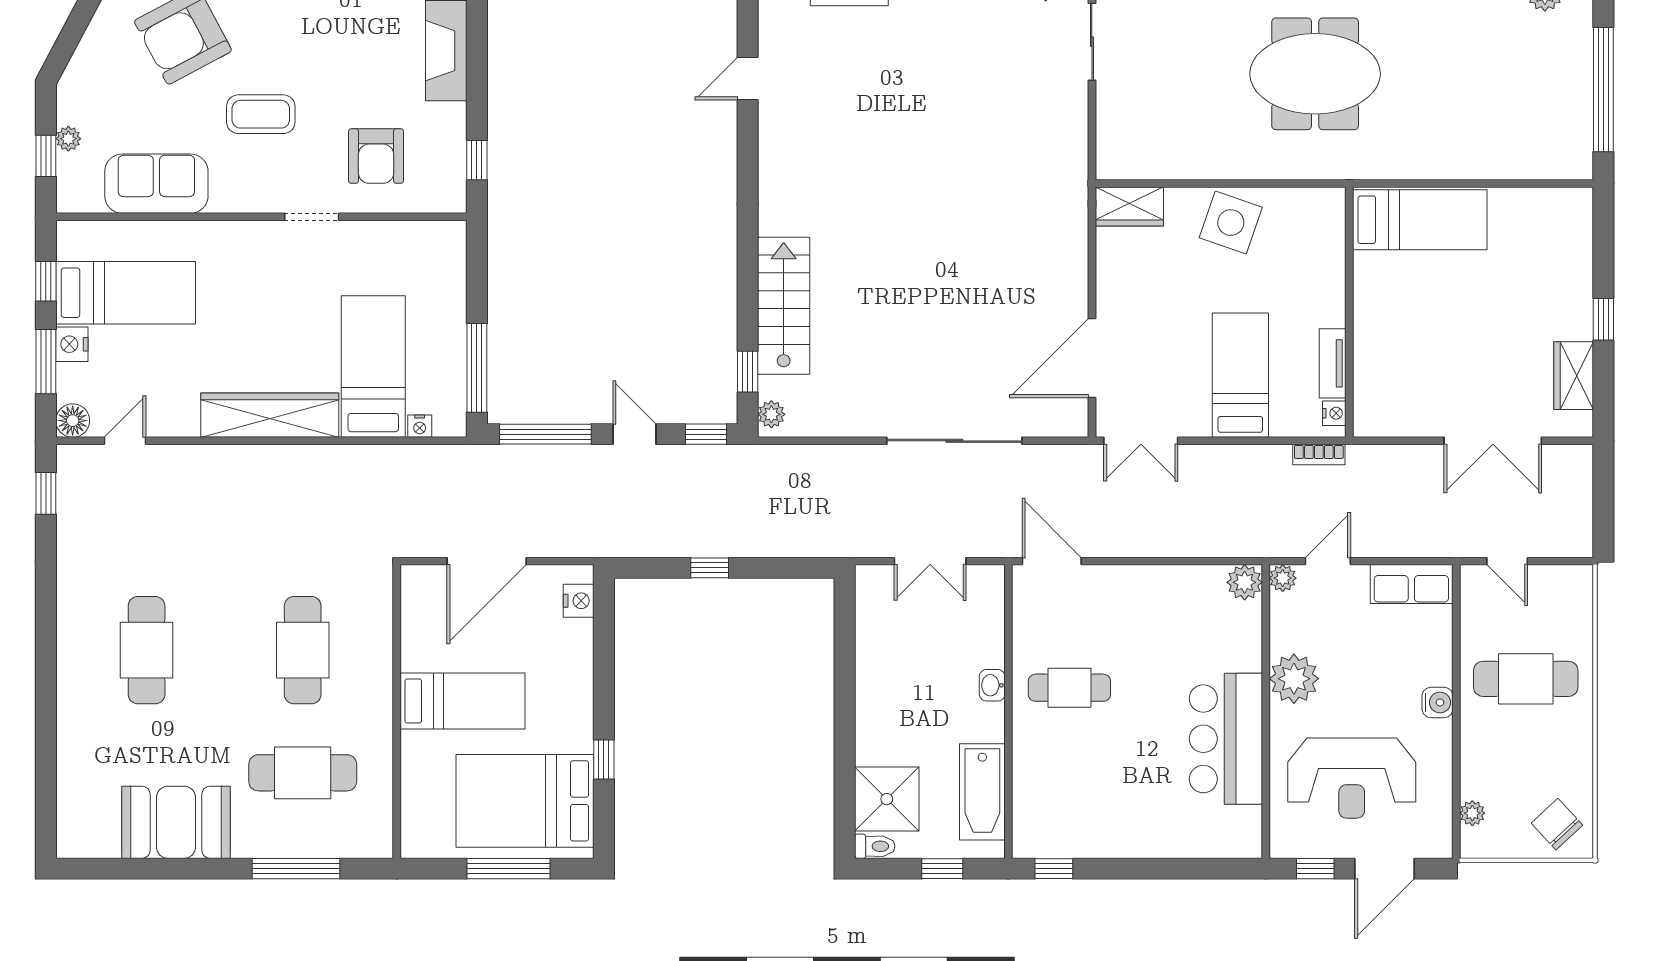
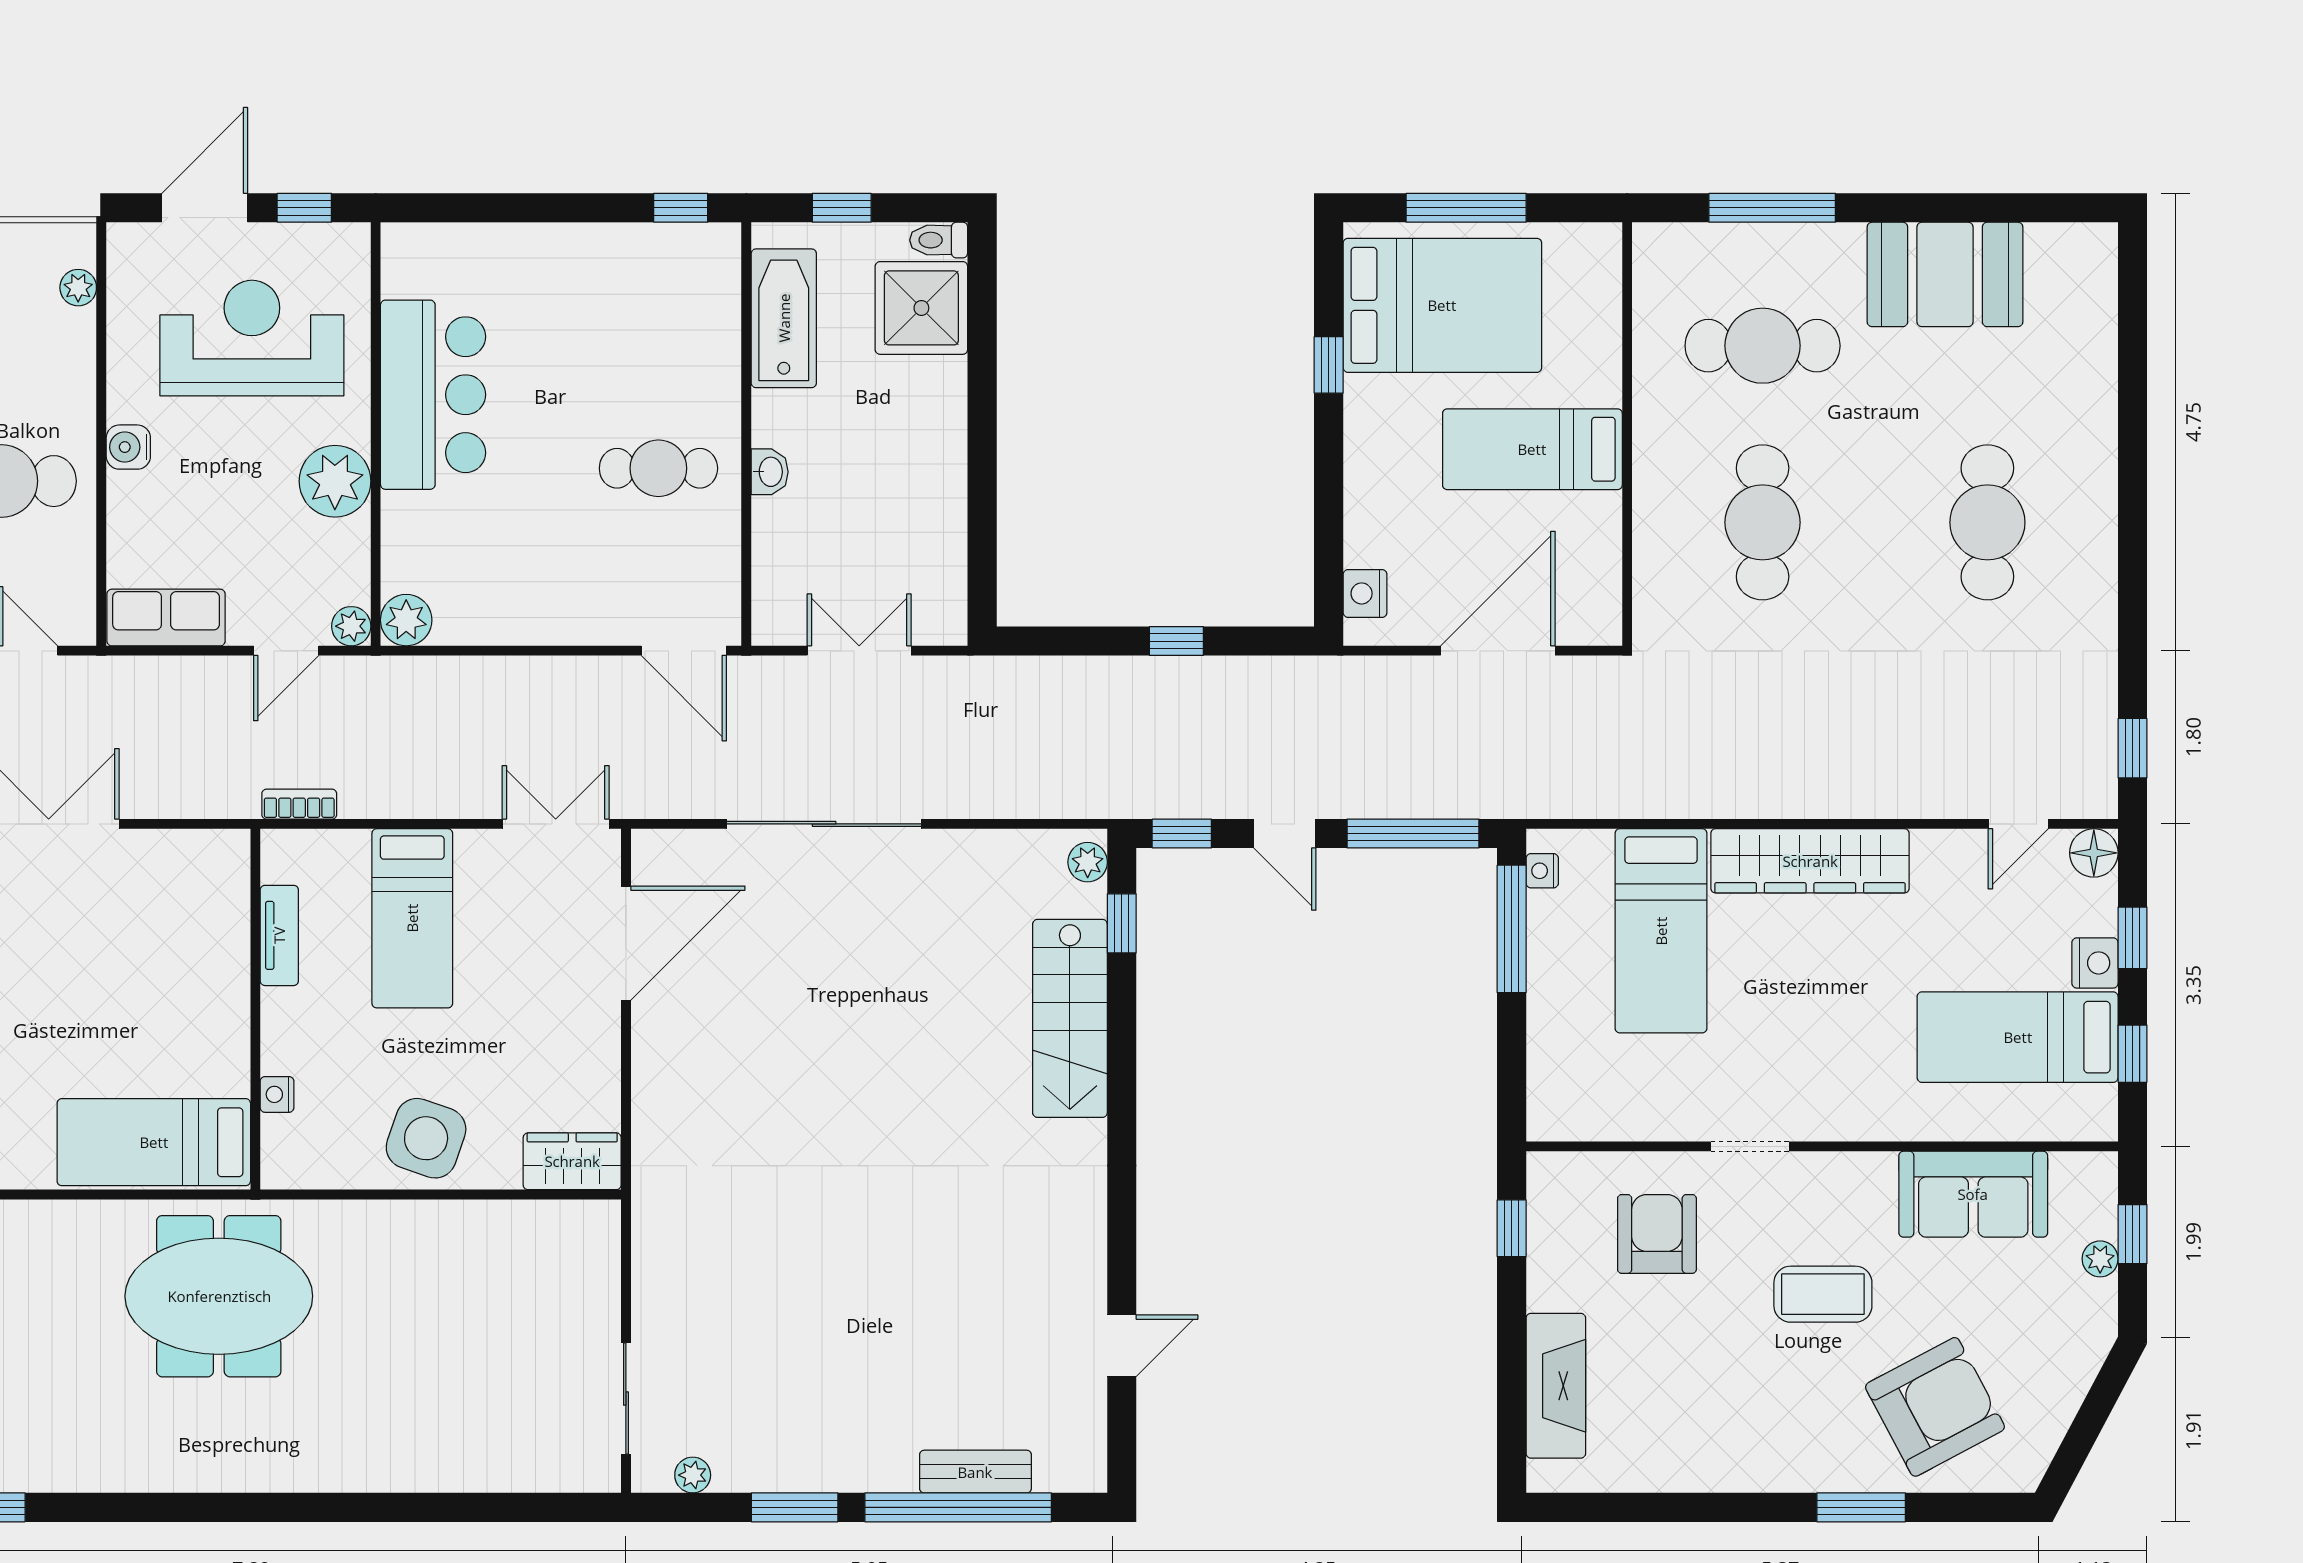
meeting table: (1315, 74) -> (219, 1296), moved
window: (46, 362) -> (2132, 938), width x0.67
nightstand: (1334, 413) -> (277, 1094), moved
nightstand: (420, 426) -> (1542, 871), moved, turned -90

